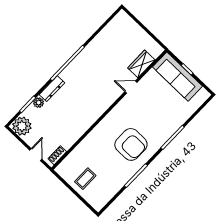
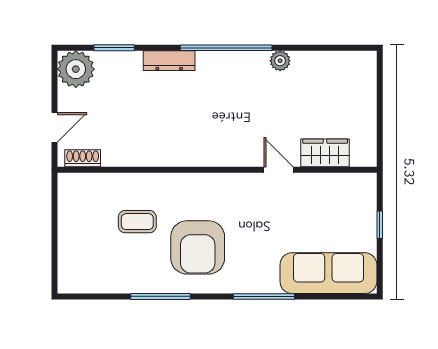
sofa: (177, 77) -> (328, 273), moved, turned 90
plant: (39, 103) -> (280, 61), moved
coffee table: (85, 179) -> (137, 222), moved

